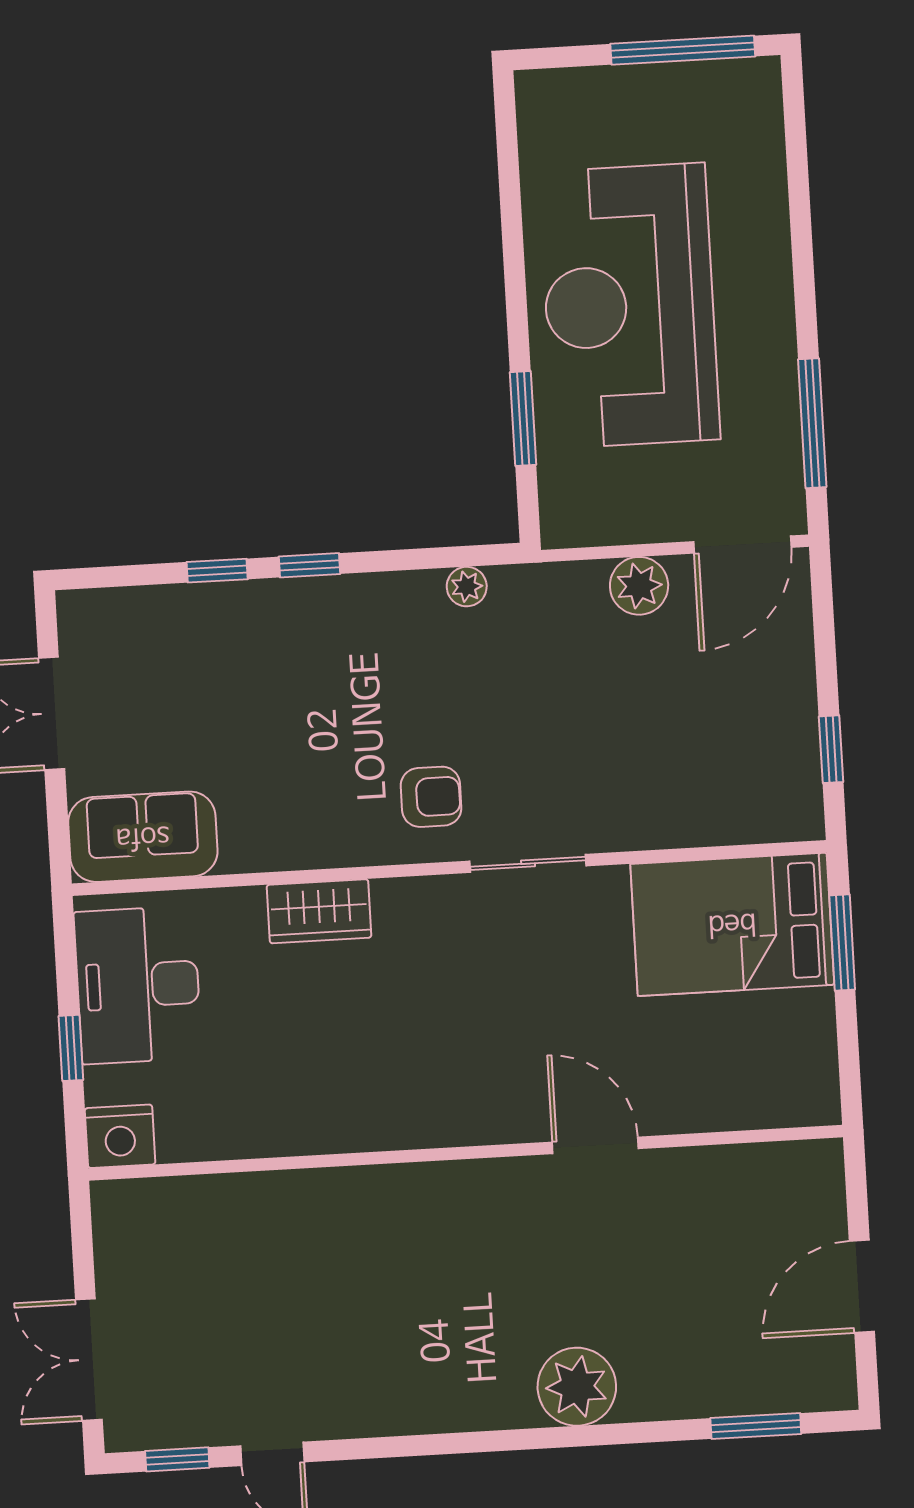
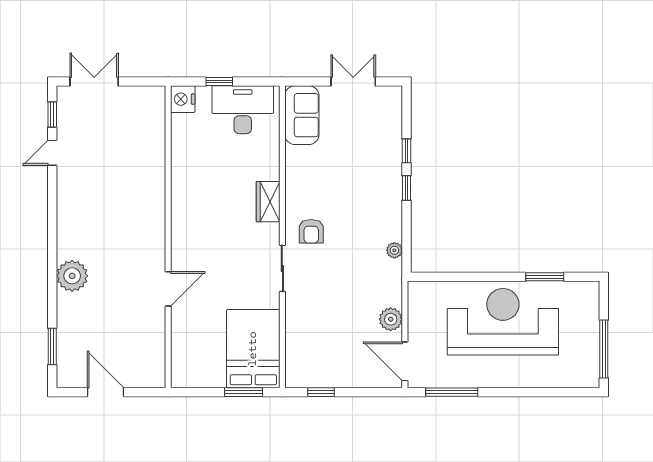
window: (523, 418) -> (545, 277), moved
wardrobe: (319, 911) -> (268, 202), moved

